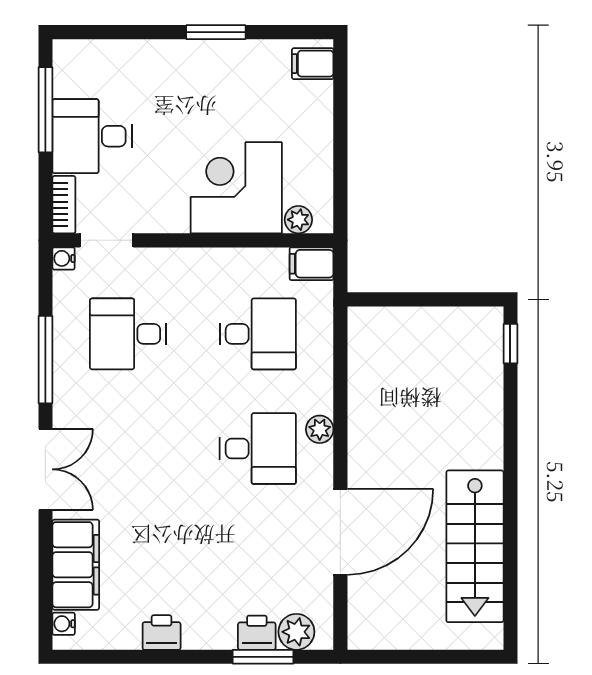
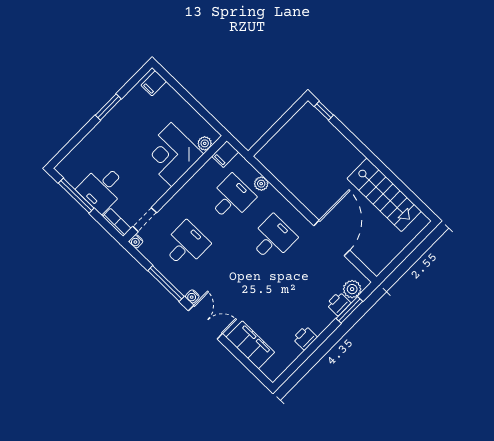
desk: (128, 334) -> (186, 245), turned 180
plant: (320, 429) -> (261, 184), moved
water cooler: (64, 624) -> (192, 296), moved

